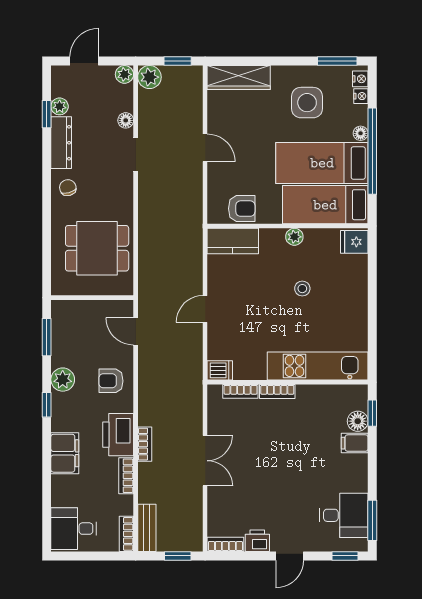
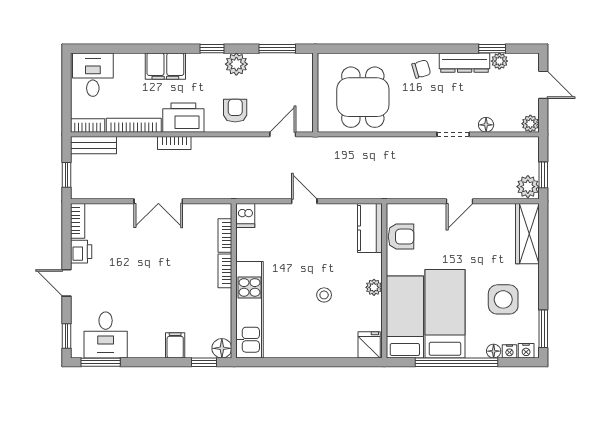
plant: (149, 77) -> (528, 187), moved
floor lamp: (361, 133) -> (494, 351), moved
armchair: (242, 209) -> (401, 237), turned -90
floor lamp: (358, 421) -> (222, 348), moved
bookcase: (126, 476) -> (134, 125), width x1.56

